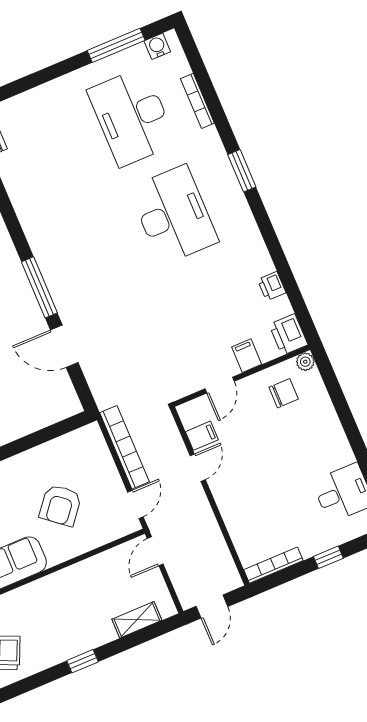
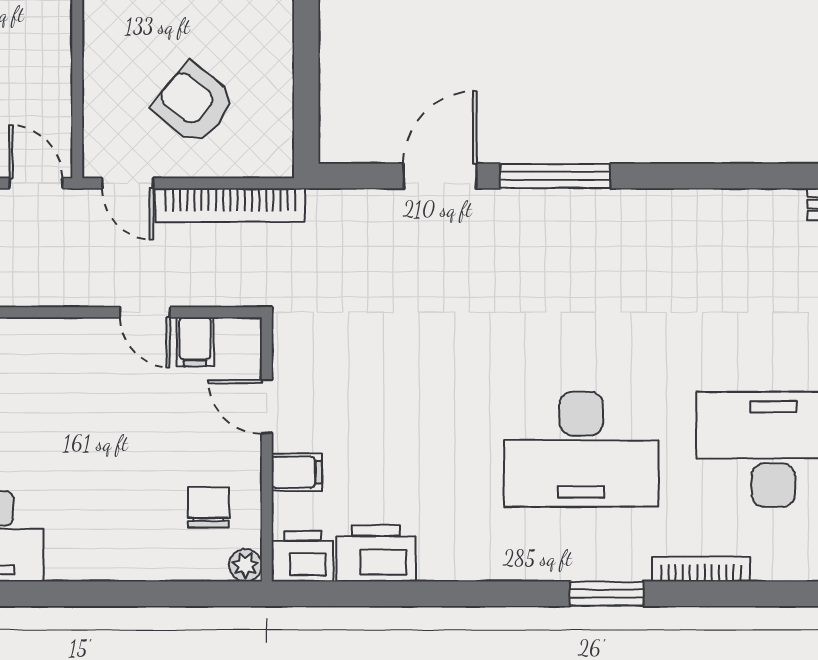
bookcase: (197, 101) -> (701, 569), moved
printer: (272, 286) -> (376, 553), width x1.87, depth x1.48
chair: (284, 393) -> (208, 507), turned 180
armchair: (60, 505) -> (194, 103), moved

